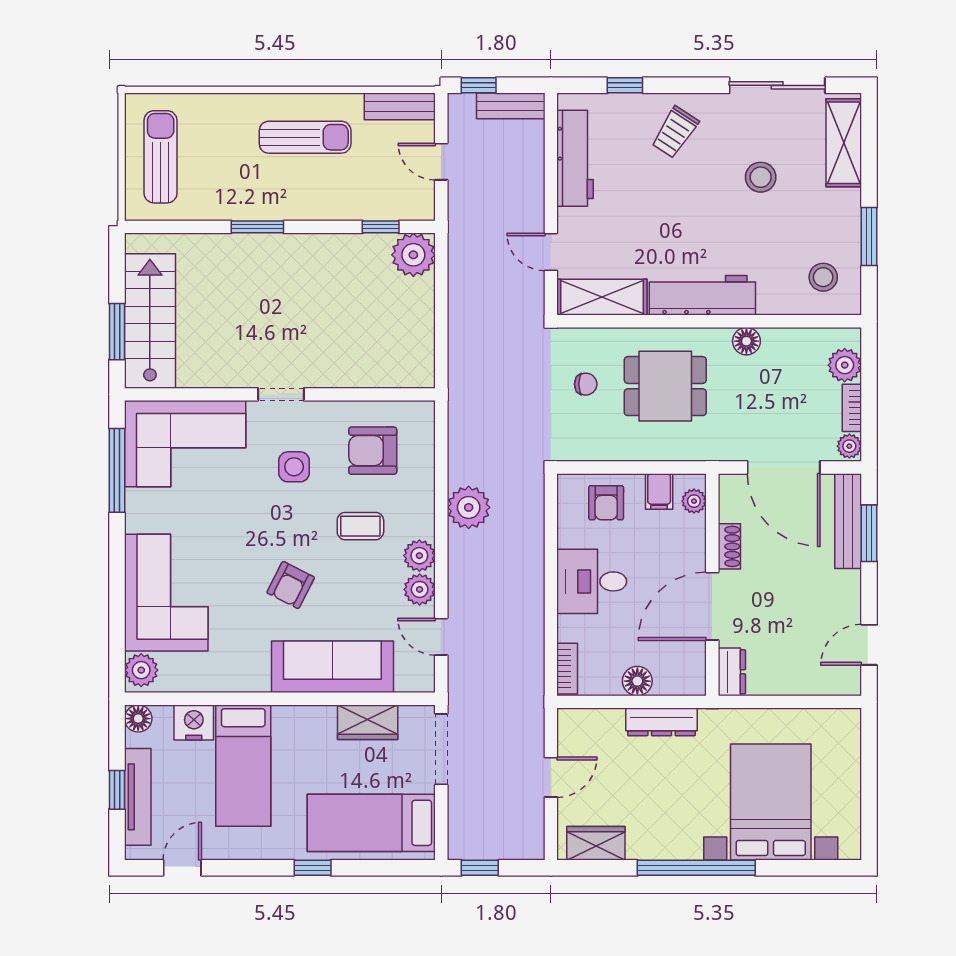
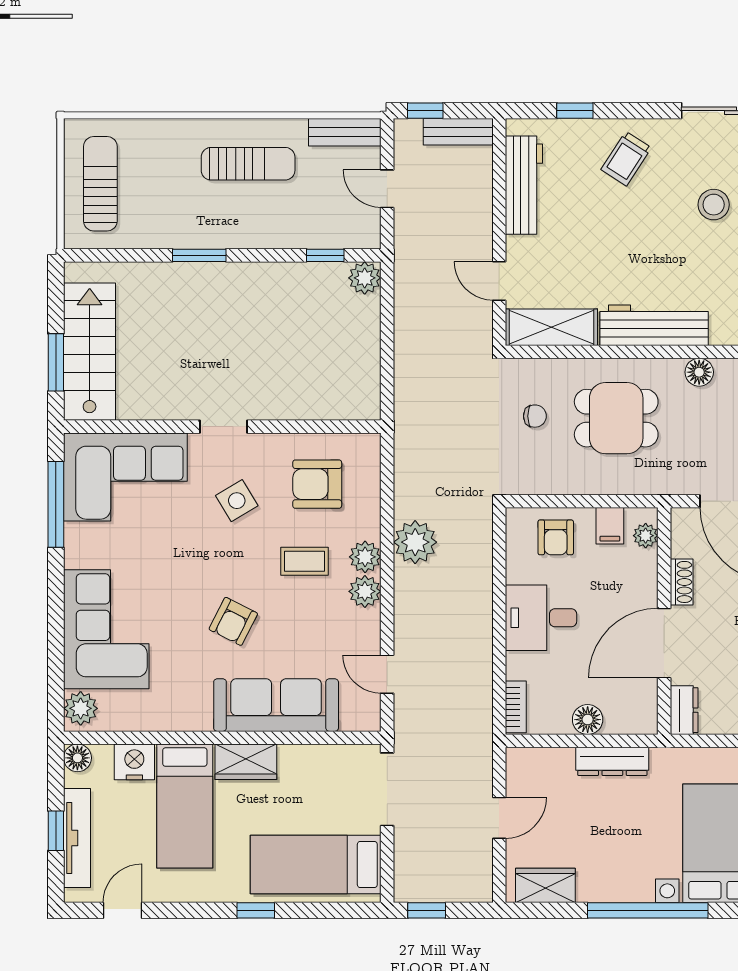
plant: (413, 255) -> (365, 278), width x0.73, depth x0.73
side table: (294, 467) -> (237, 501), turned -31
plant: (420, 589) -> (365, 557), moved
wardrobe: (368, 722) -> (246, 762), moved

